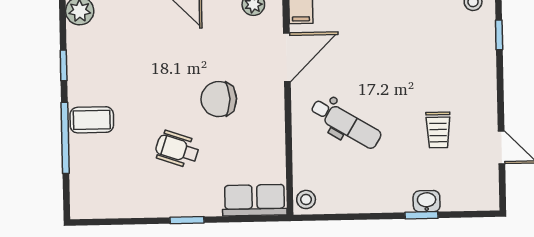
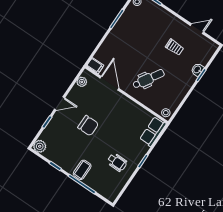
chair: (219, 99) -> (88, 126), moved, turned -90
wheelchair: (177, 149) -> (117, 162), moved, turned -108

